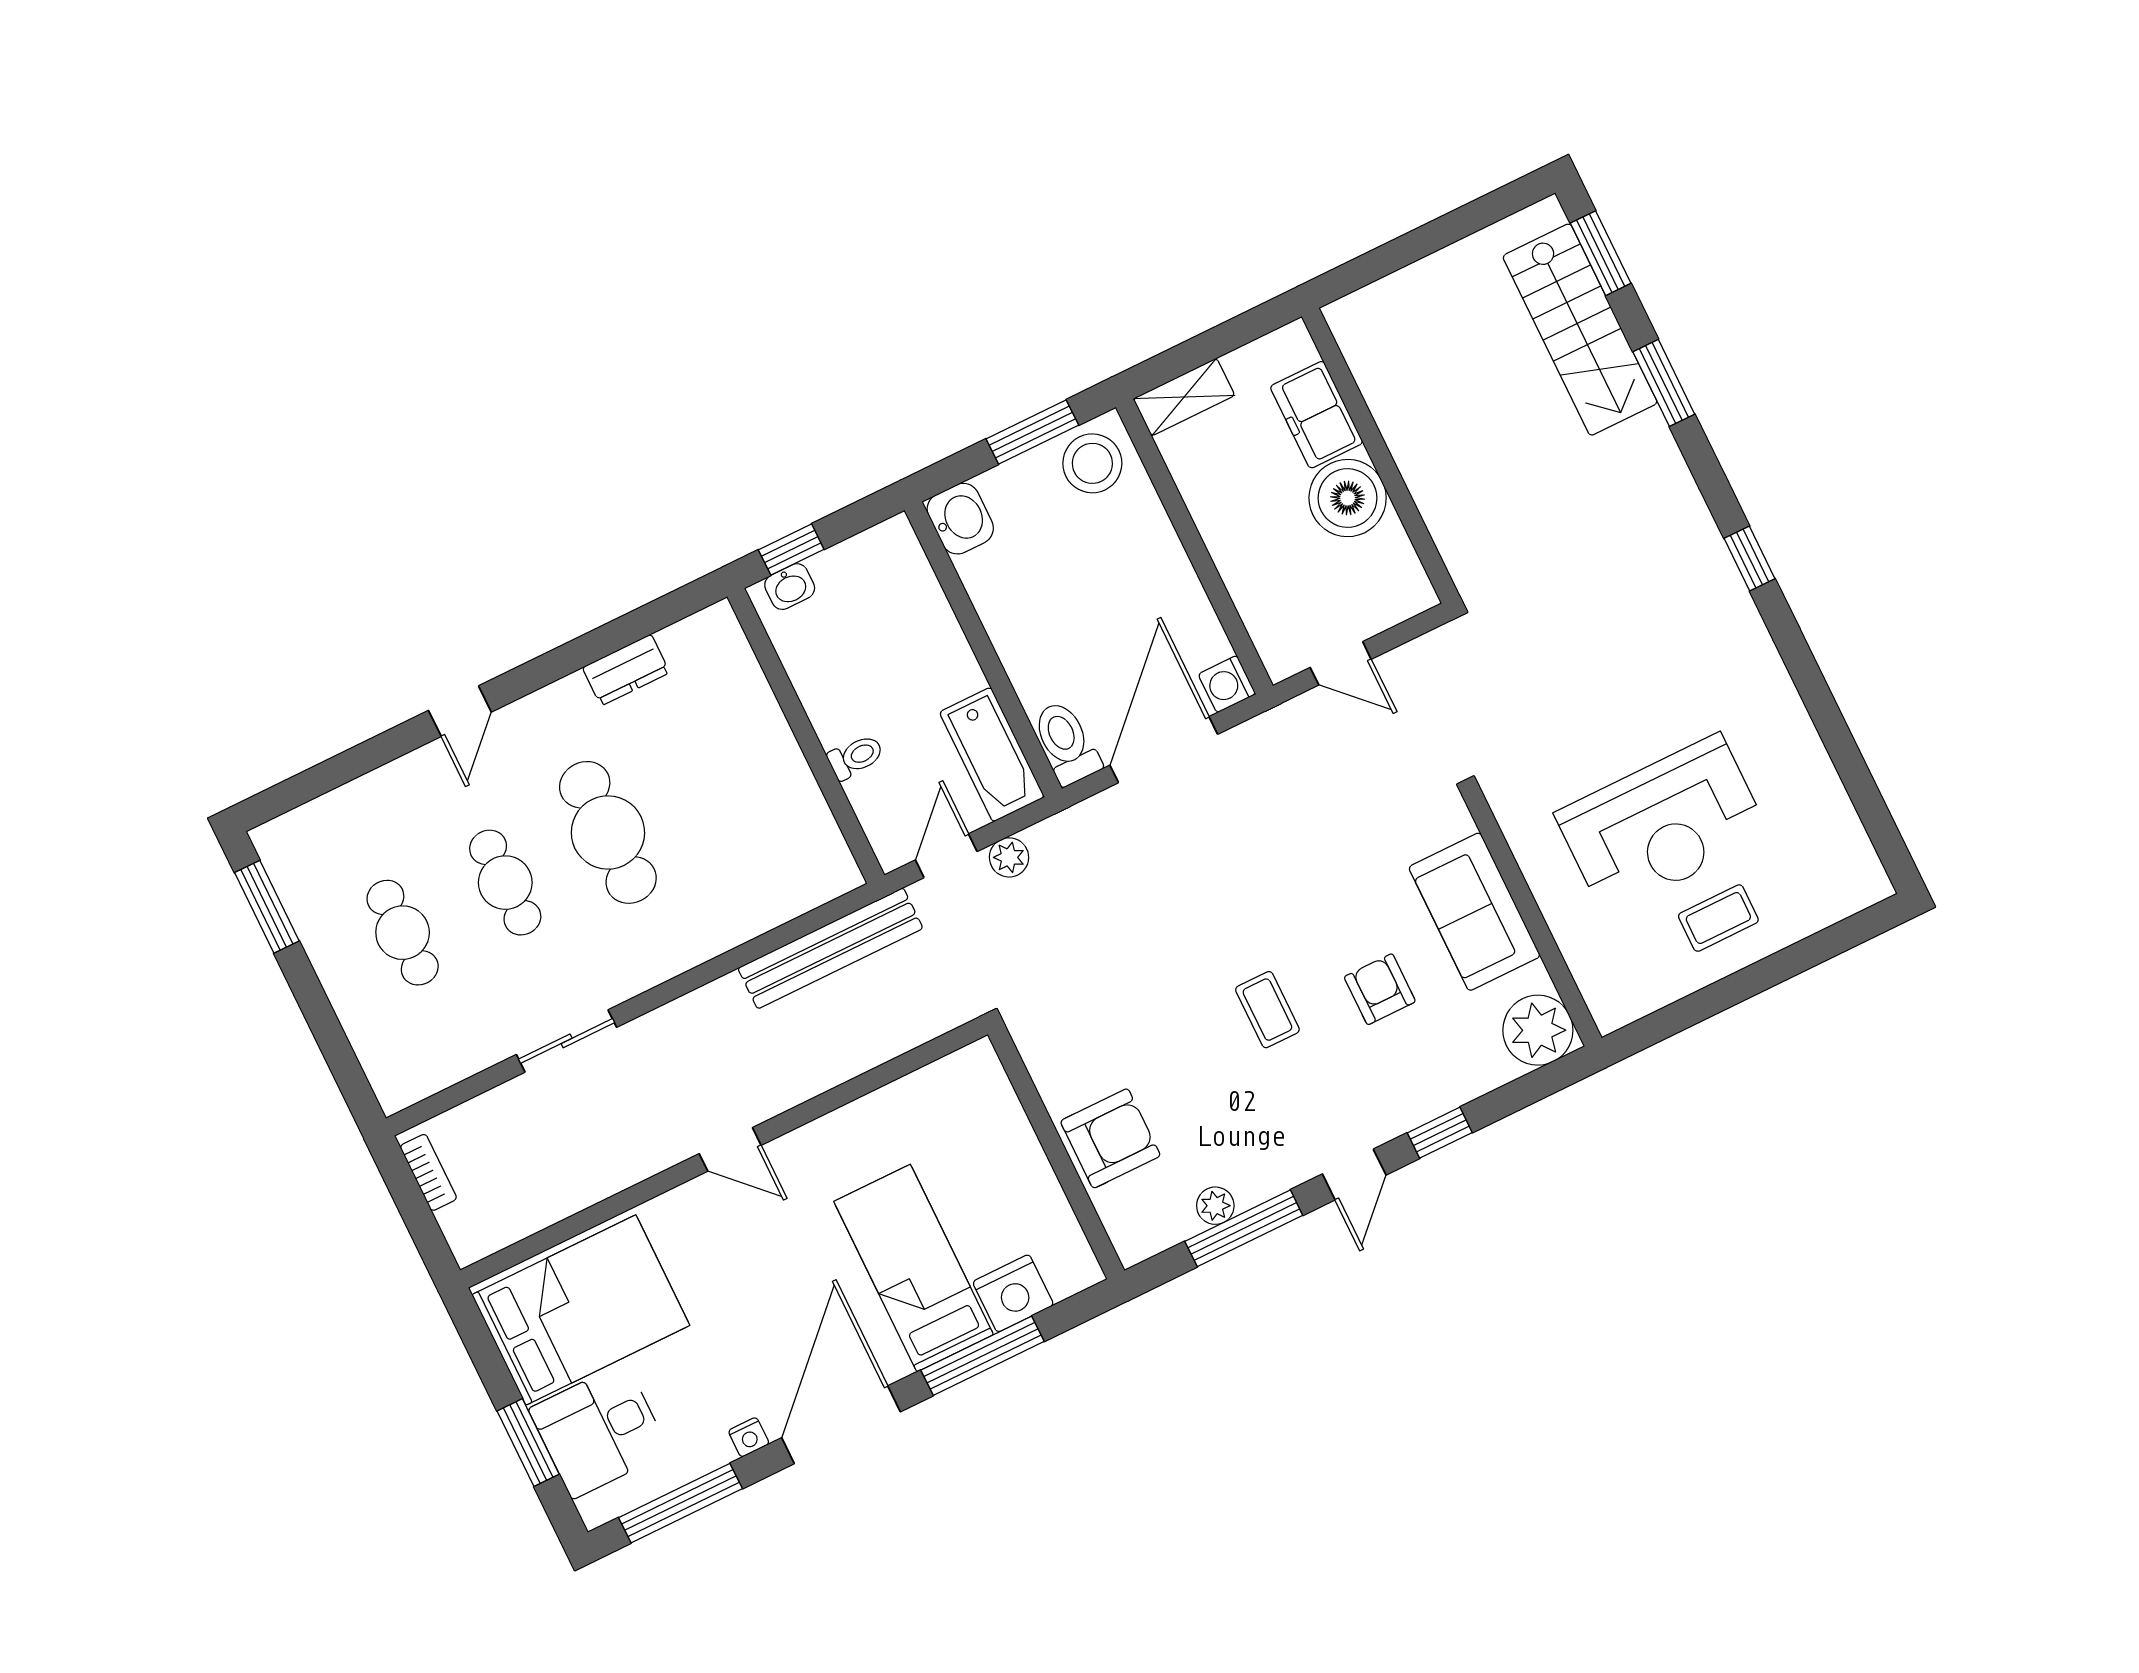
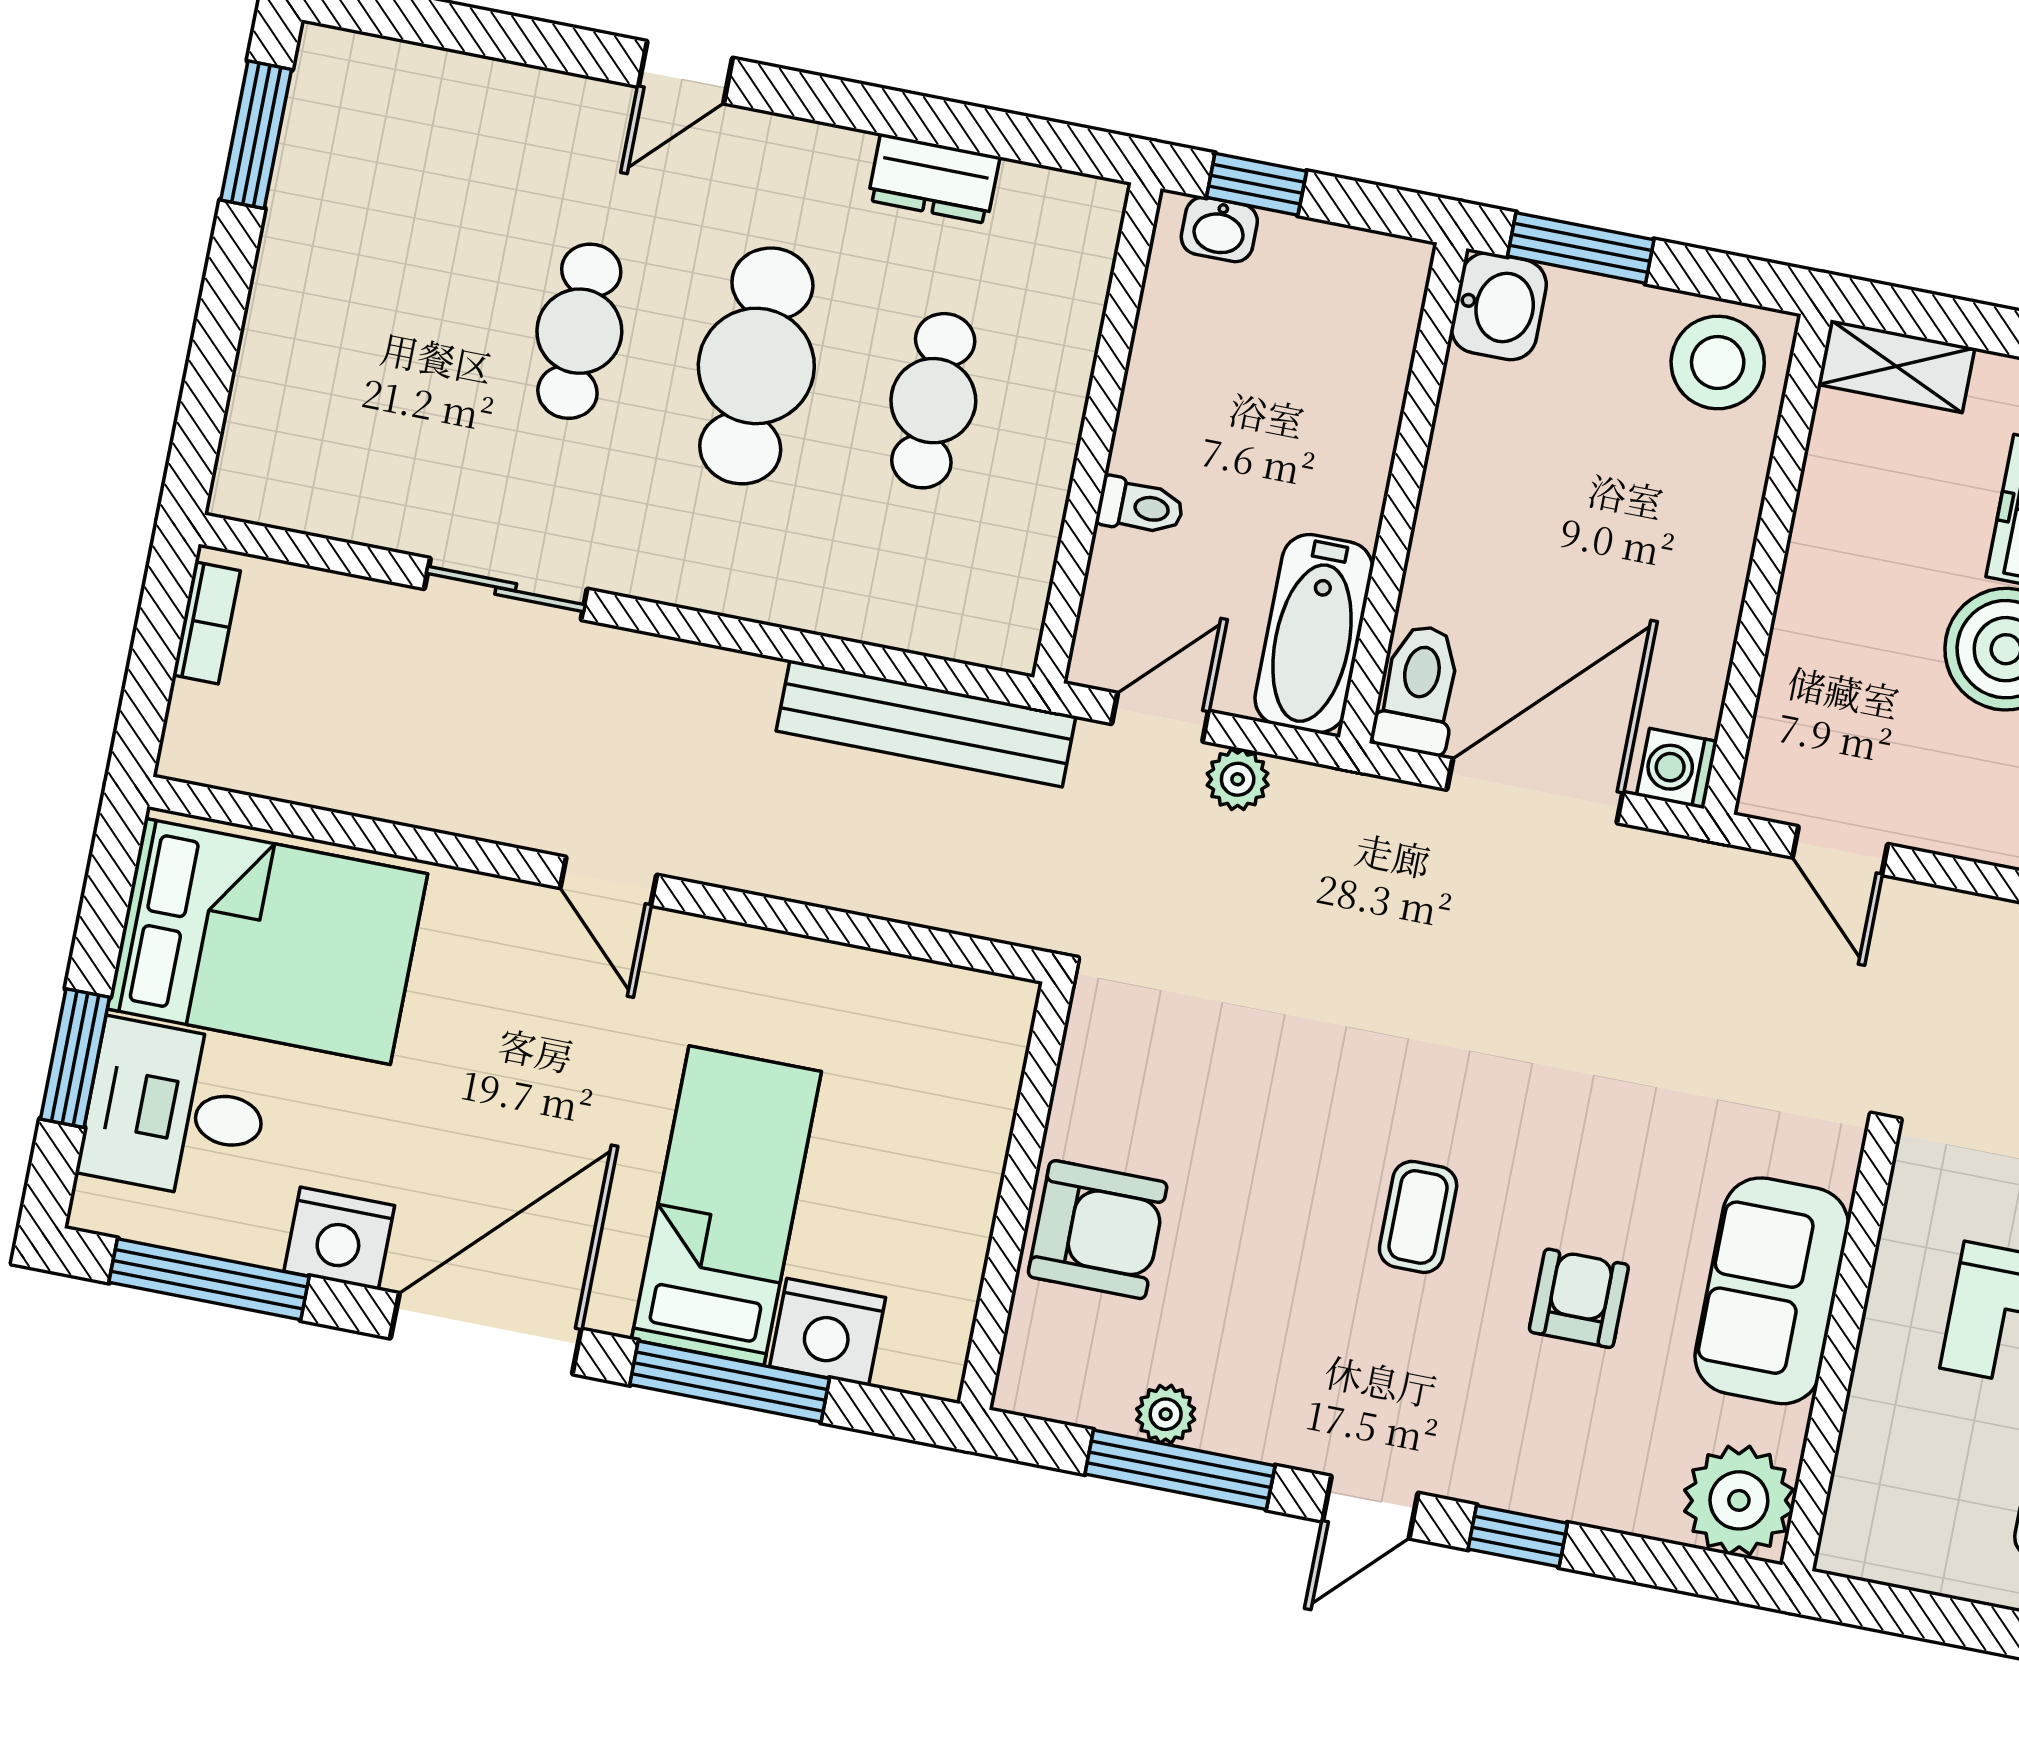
window: (1032, 432) -> (1581, 248), moved
cafe table: (403, 933) -> (933, 401), moved
nightstand: (749, 1437) -> (339, 1238), width x1.89, depth x1.79

